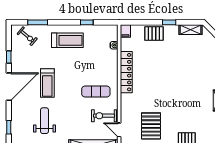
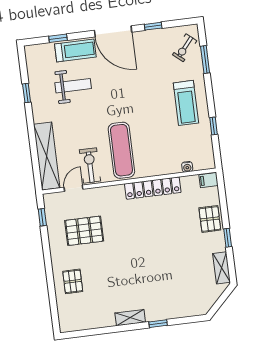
treadmill: (47, 83) -> (75, 50), moved, turned 180
exercise mat: (96, 91) -> (121, 150), width x1.36, depth x1.45

